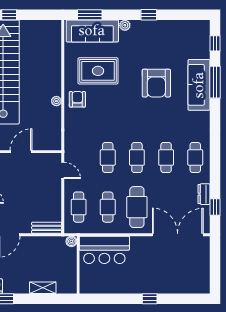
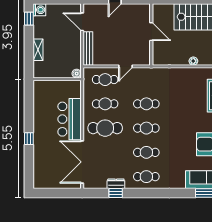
armchair: (77, 99) -> (195, 78), removed
door: (63, 170) -> (126, 66), moved
window: (215, 207) -> (116, 193), moved
bench: (47, 228) -> (88, 48), width x1.36
double door: (178, 235) -> (82, 162), swing flipped
bar counter: (104, 250) -> (69, 119), moved

